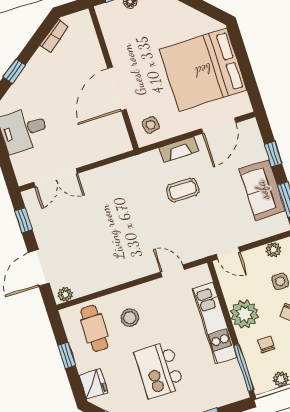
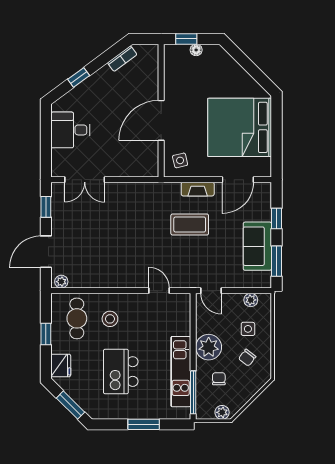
coffee table: (183, 190) -> (190, 225), width x1.36, depth x1.30
kitchen unit: (215, 323) -> (181, 372), moved

